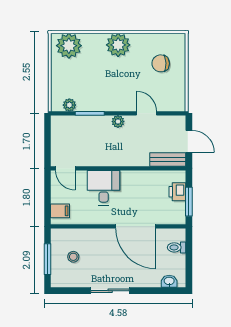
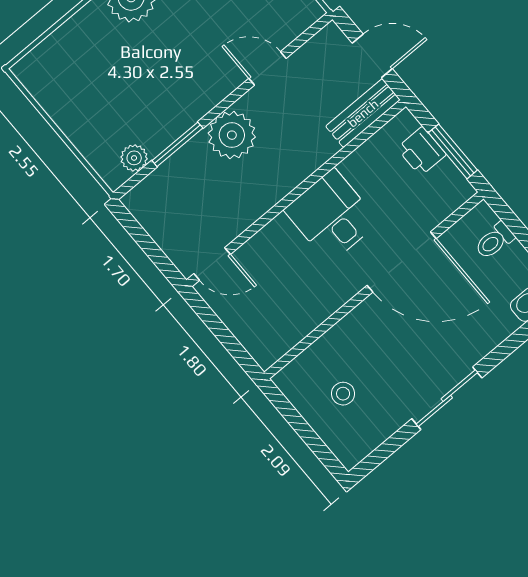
plant: (69, 46) -> (54, 65), removed
plant: (118, 122) -> (232, 135), width x1.88, depth x1.88
desk: (104, 188) -> (332, 216), moved
filing cabinet: (60, 211) -> (261, 338), removed
window: (48, 259) -> (305, 432), removed

